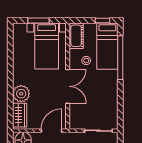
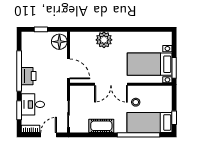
window: (38, 20) -> (174, 68), moved
cot: (76, 36) -> (101, 126), moved
wardrobe: (20, 115) -> (83, 38), removed

